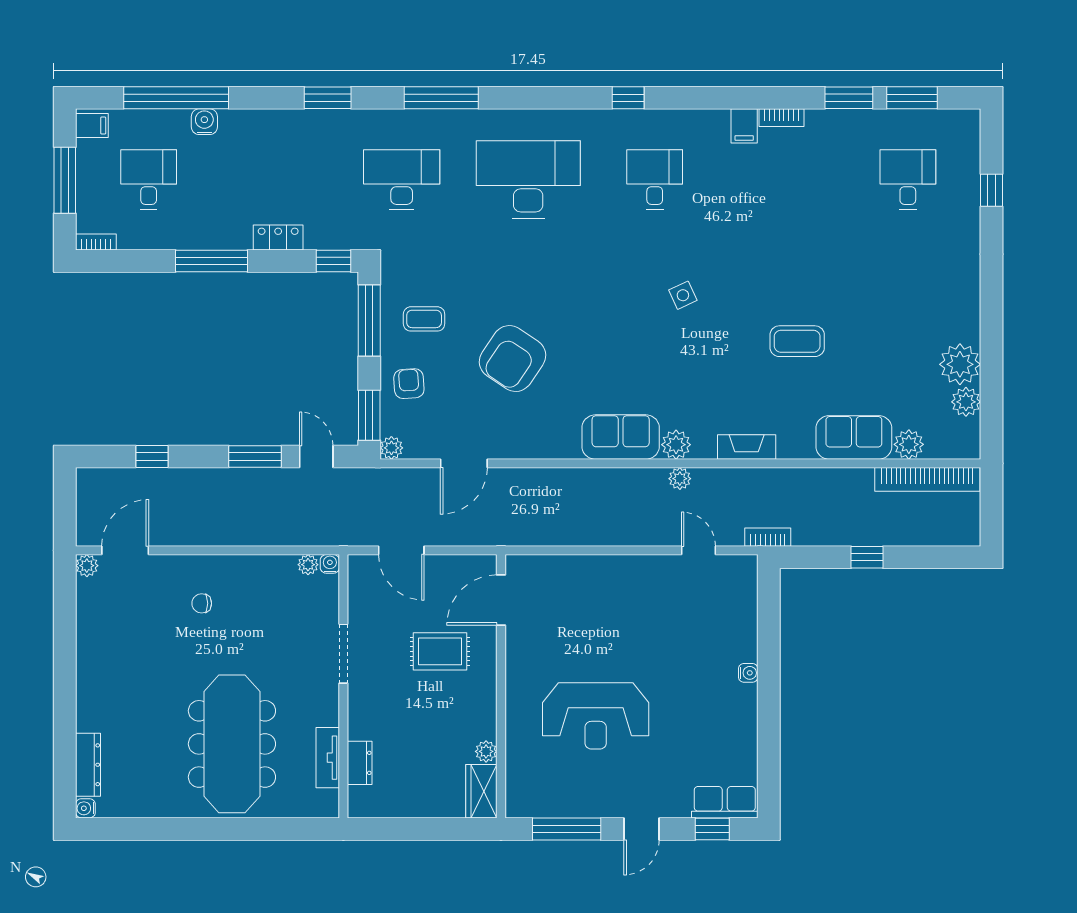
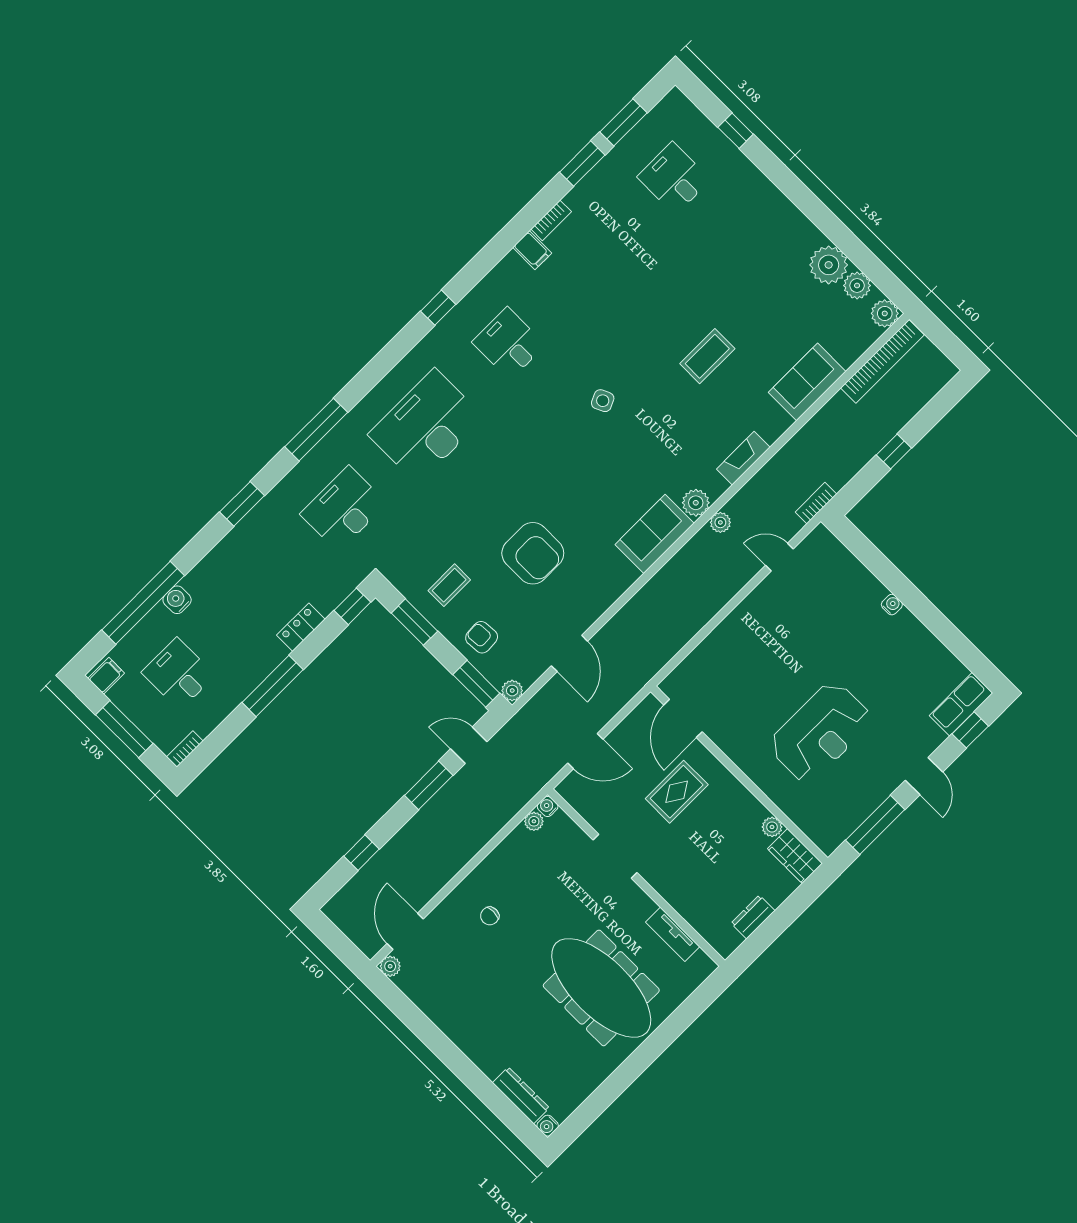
window: (369, 321) -> (414, 622), width x0.69
armchair: (513, 359) -> (533, 553), turned -34
plant: (909, 444) -> (885, 313), moved
dresser: (360, 763) -> (753, 917), moved, turned -90

